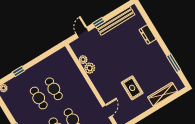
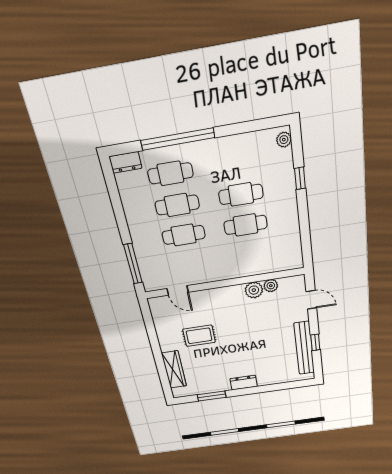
window: (98, 23) -> (315, 342), moved
dresser: (148, 34) -> (244, 383), moved

